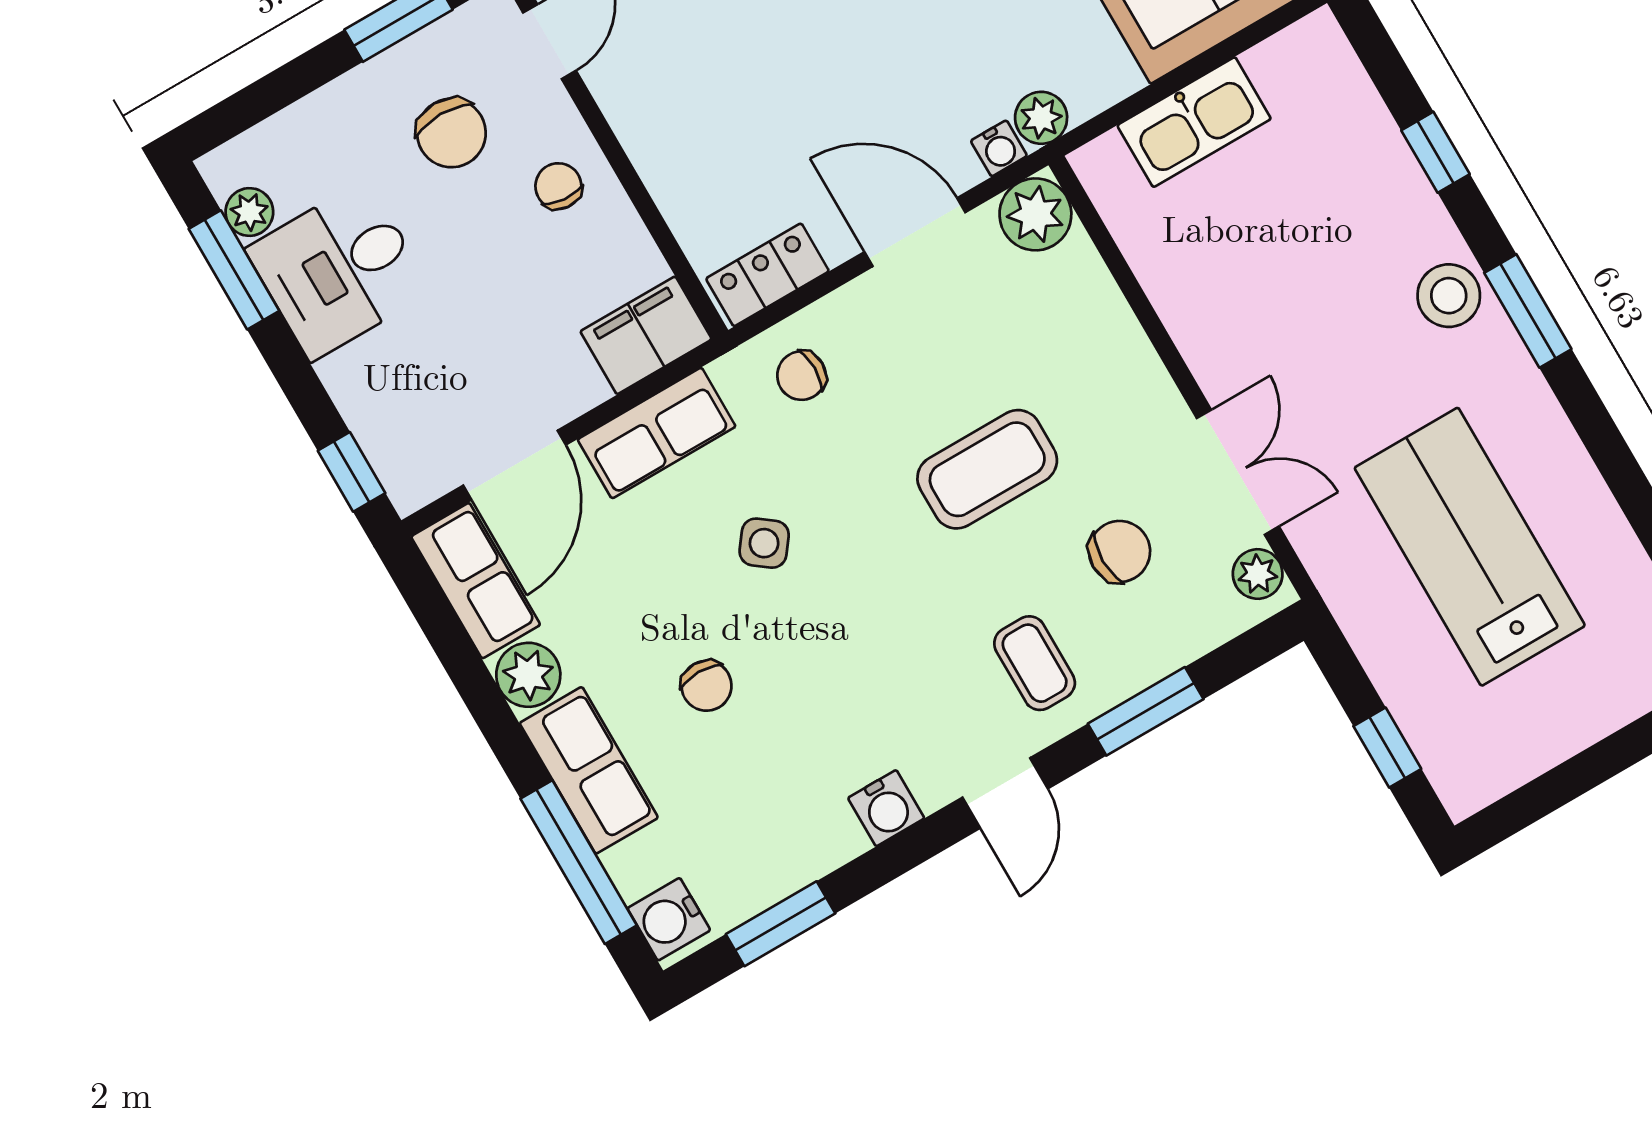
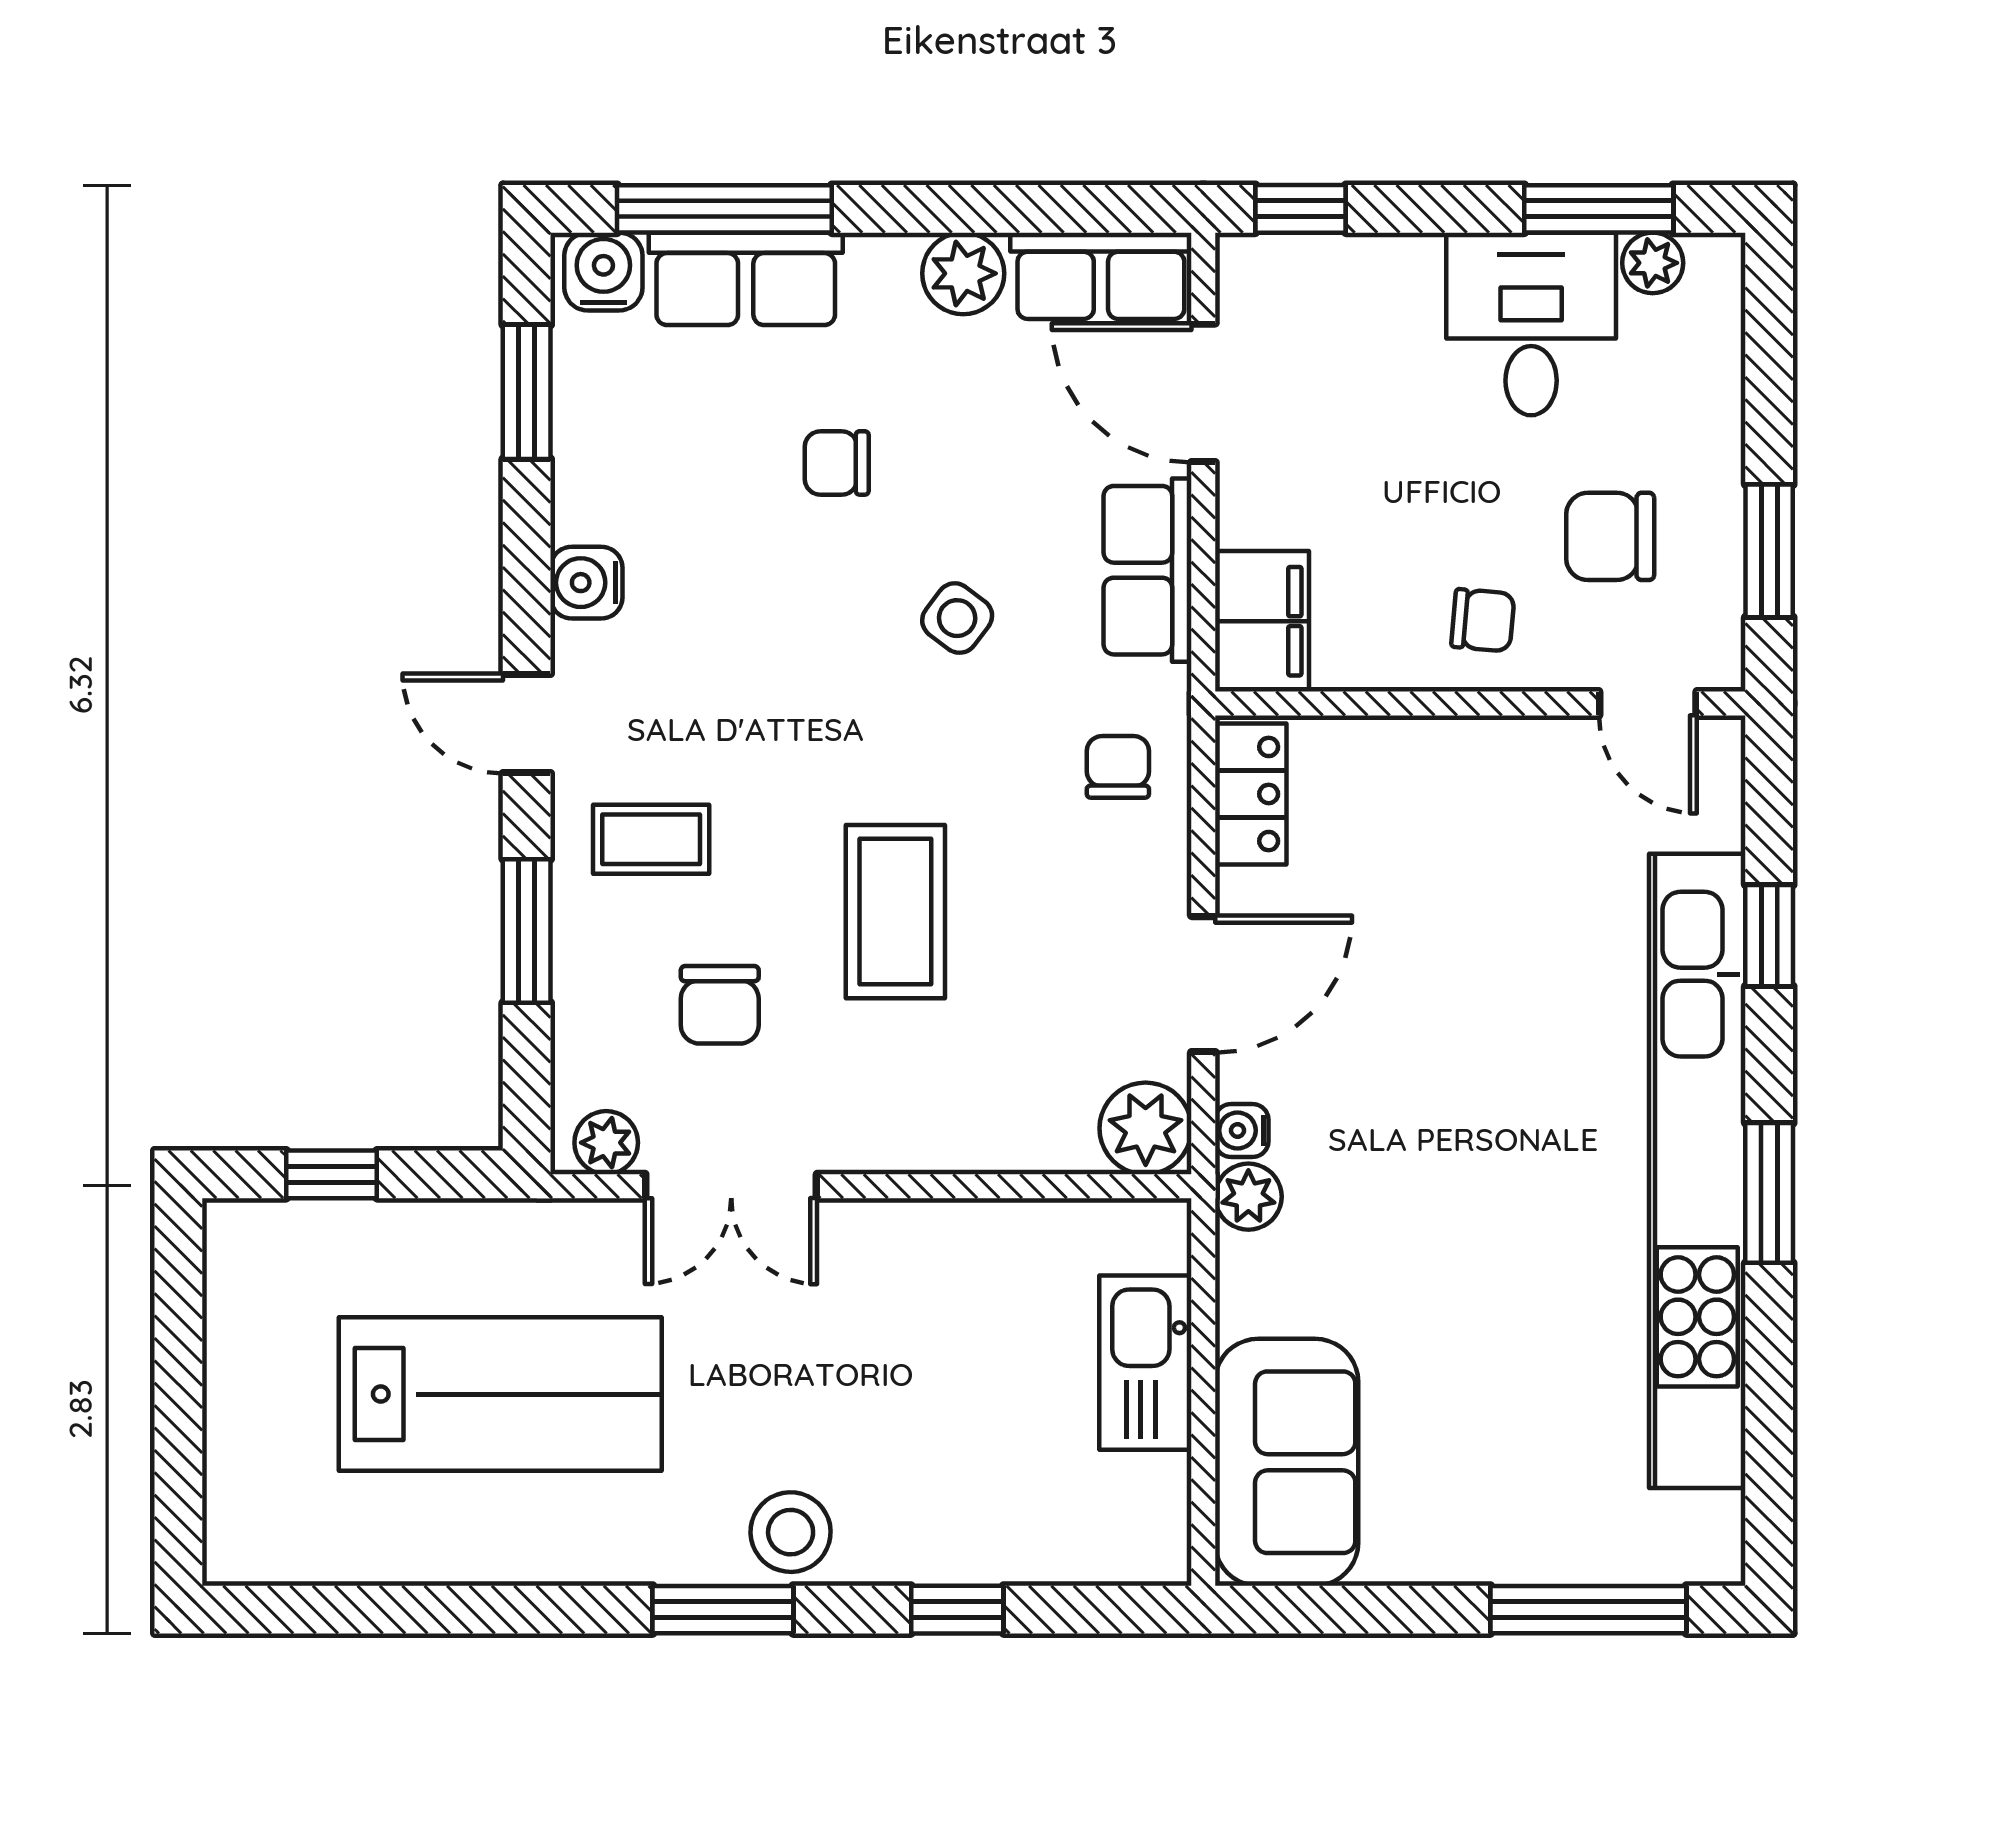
row of seats: (589, 770) -> (746, 279), moved

